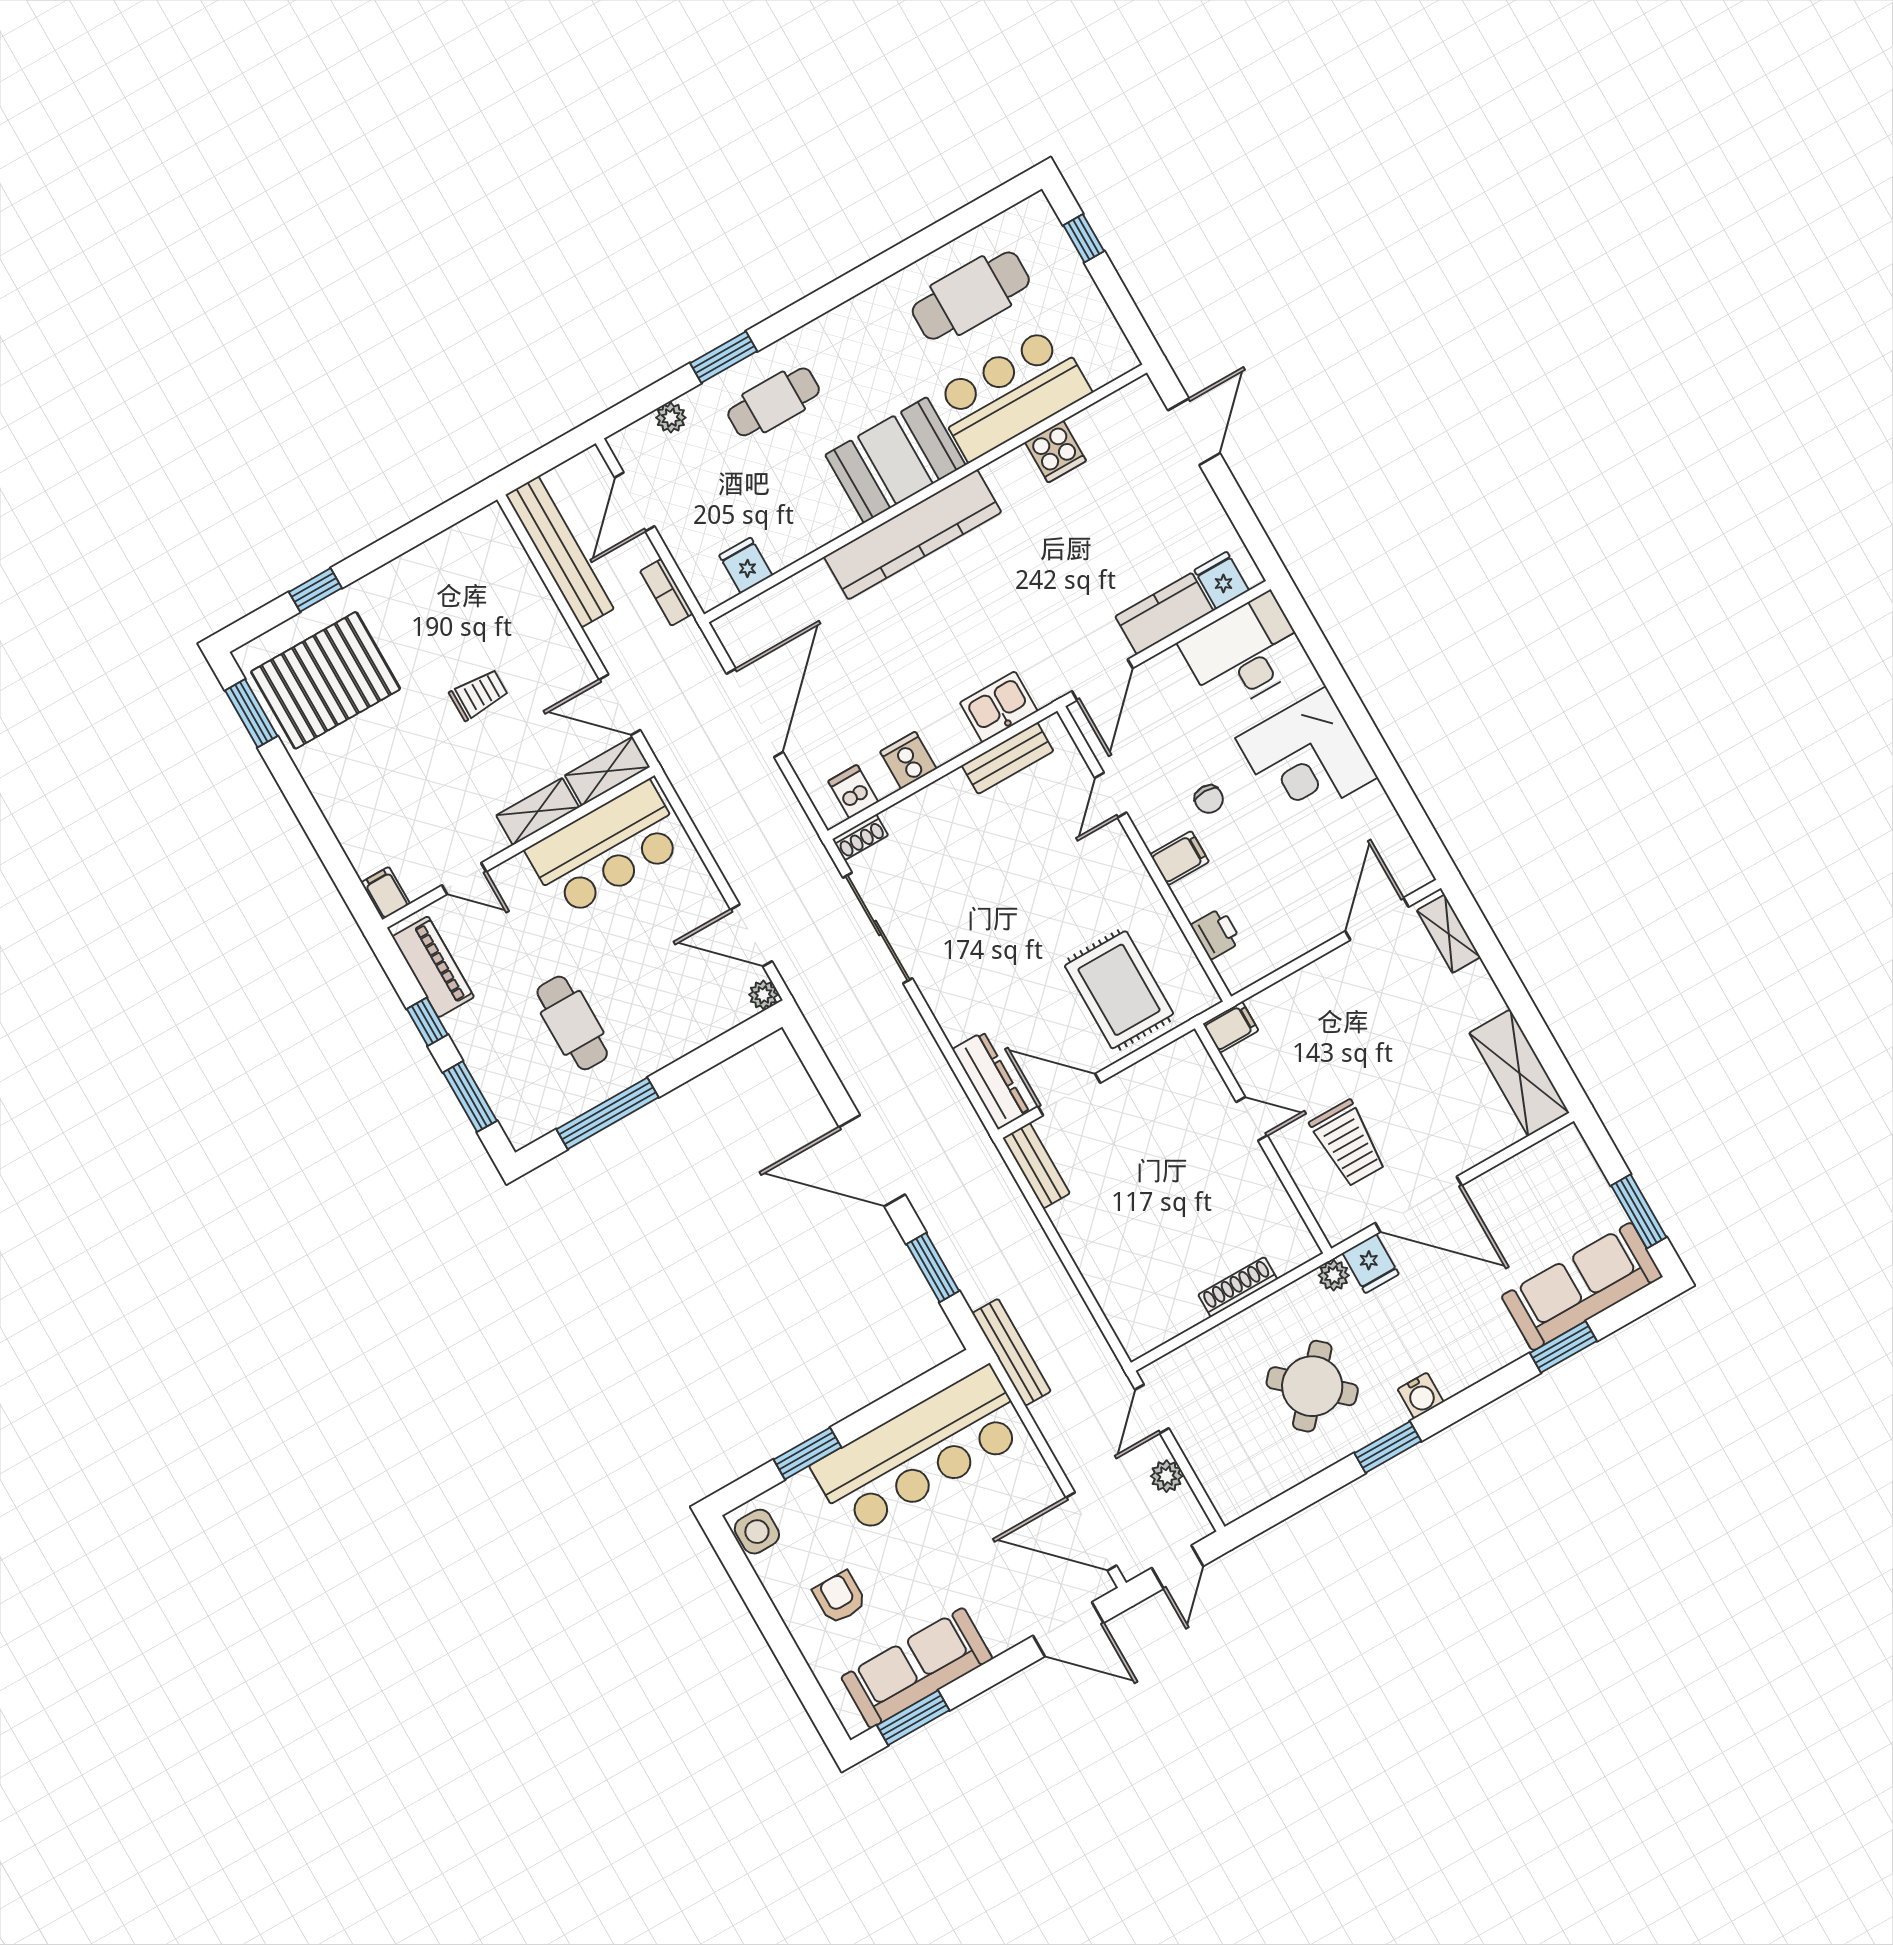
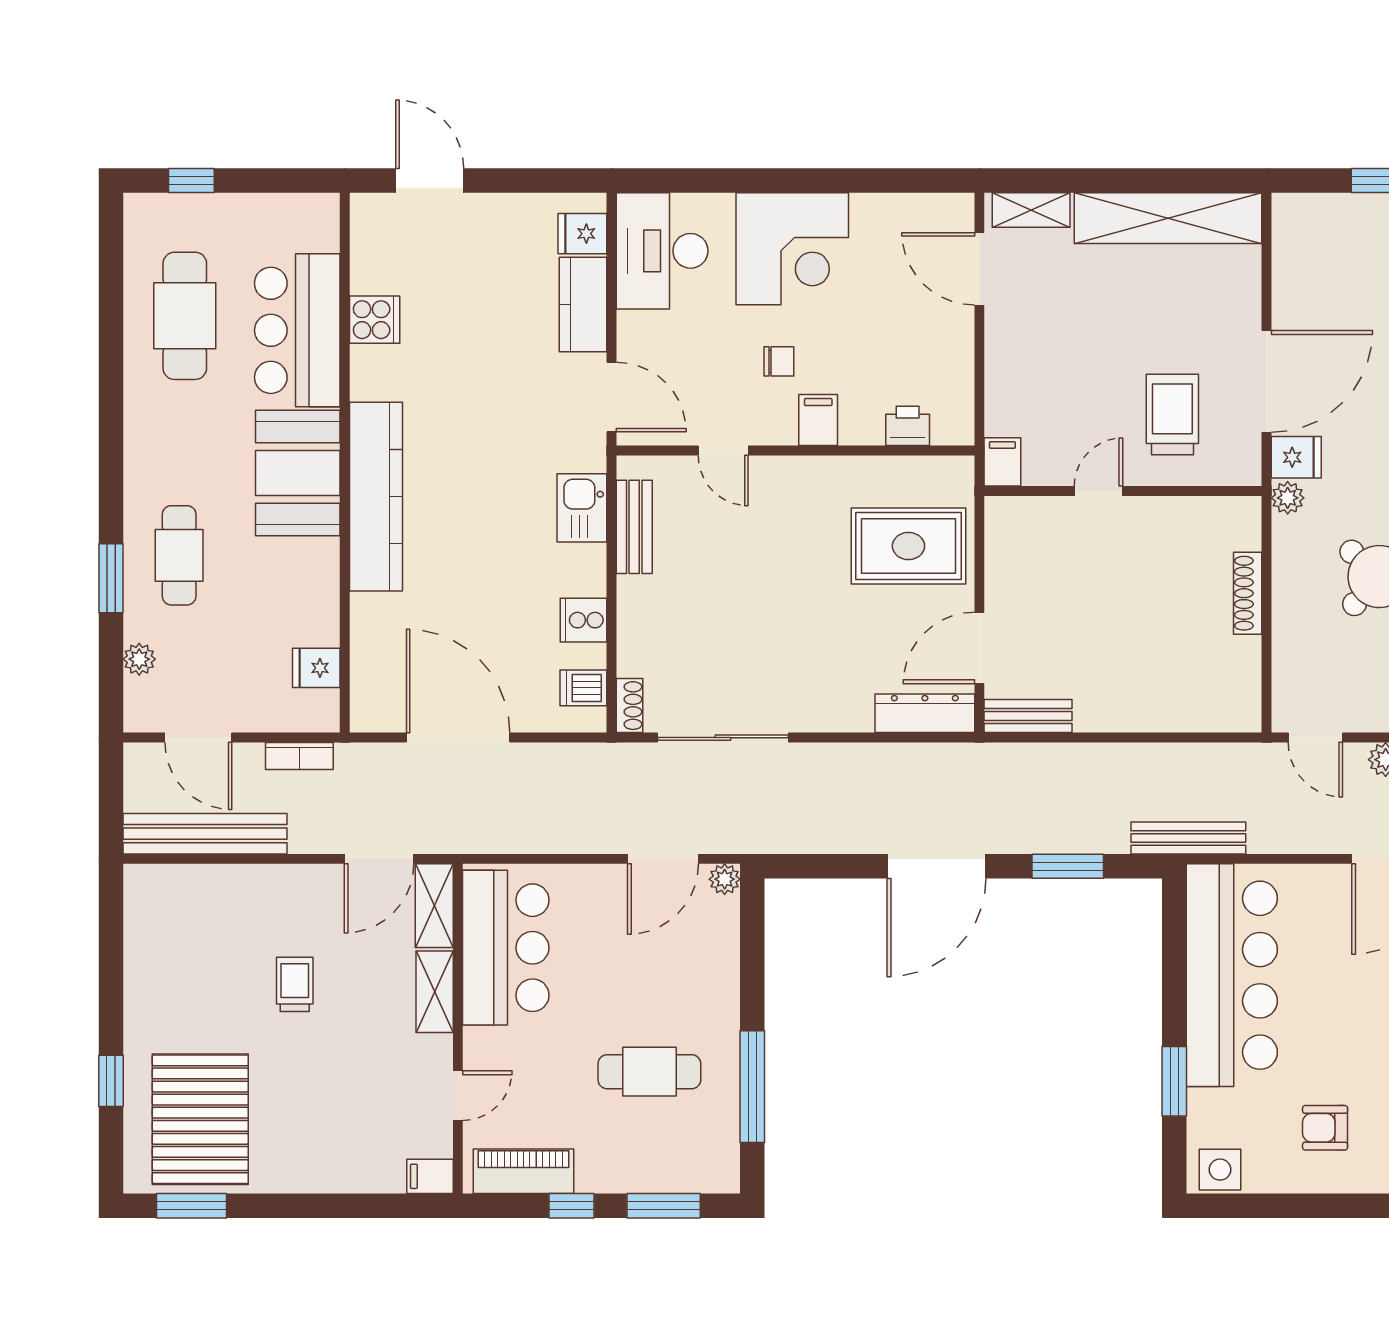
shelving: (1519, 1073) -> (1168, 218), width x1.47
trolley: (1348, 1143) -> (1172, 415), turned -90

